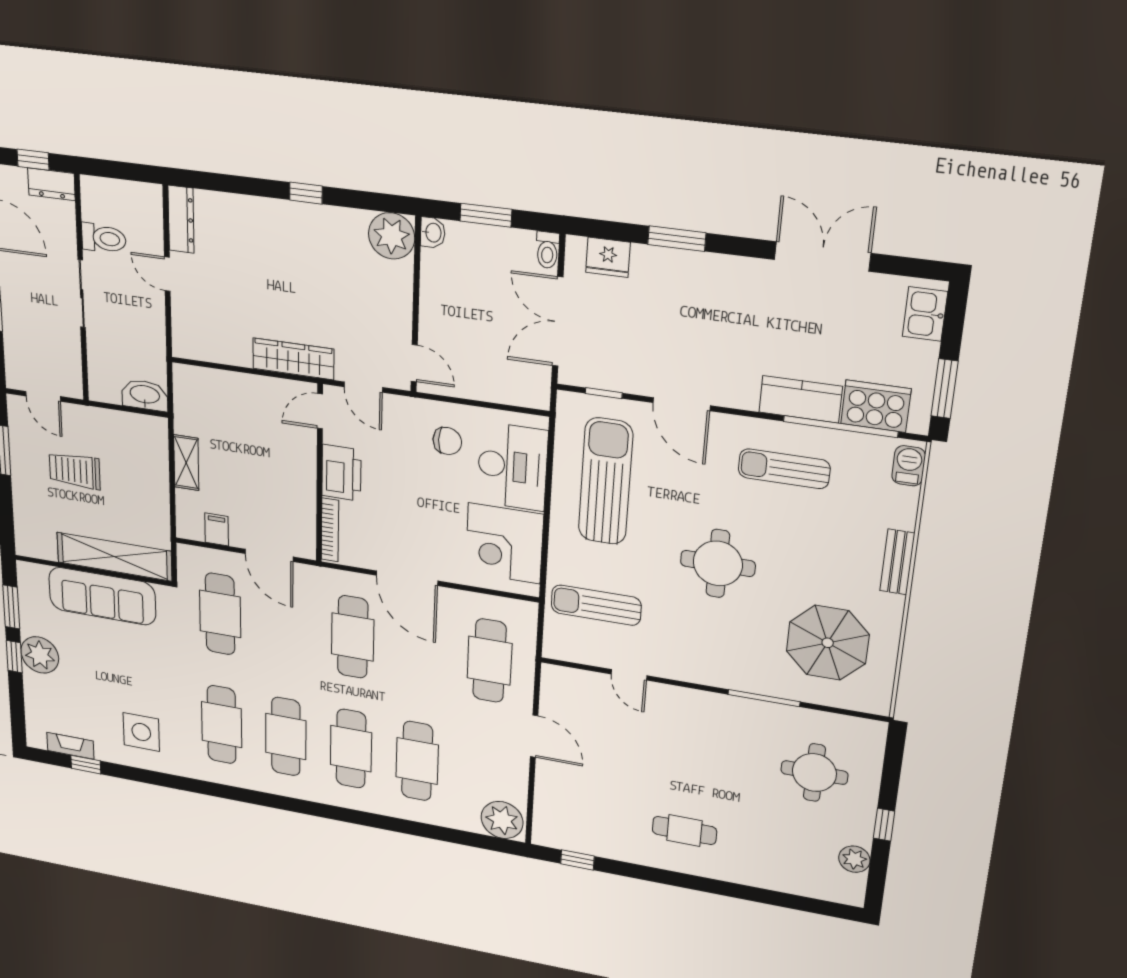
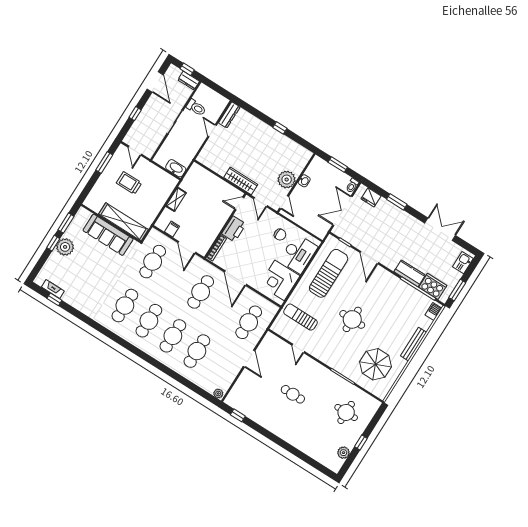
washbasin: (433, 233) -> (304, 181), moved
plant: (392, 236) -> (287, 180), moved
sun lounger: (784, 469) -> (392, 295), removed
bench: (897, 562) -> (414, 344), width x1.36
side table: (141, 732) -> (88, 295), removed
plant: (502, 820) -> (218, 394), width x0.53, depth x0.53
cafe table: (684, 830) -> (293, 394), moved

